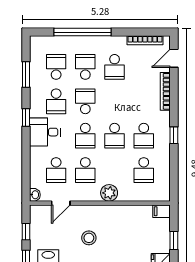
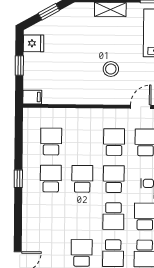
bookcase: (165, 91) -> (27, 226), removed
plant: (109, 193) -> (89, 117), removed

